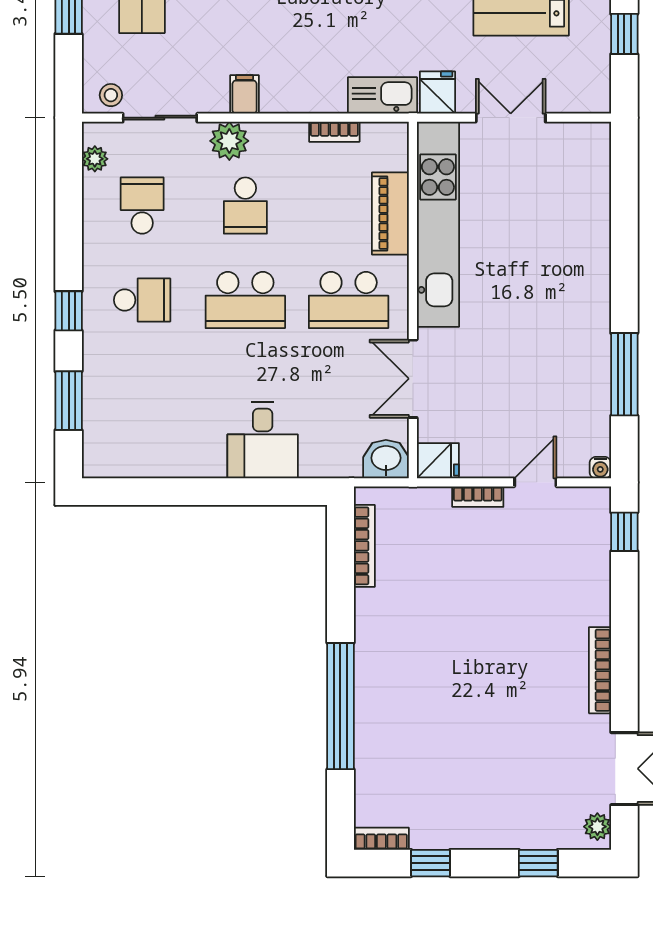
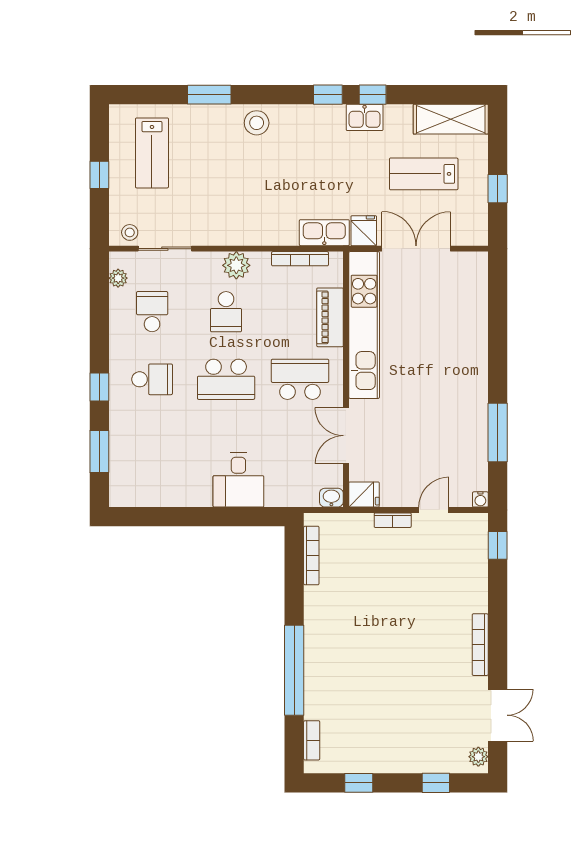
filing cabinet: (245, 94) -> (225, 232), removed
double door: (511, 118) -> (416, 249), width x1.37
bookcase: (334, 132) -> (300, 259), width x1.56
plant: (229, 141) -> (236, 265), moved
school desk: (349, 300) -> (300, 379), turned 180
washbasin: (386, 459) -> (331, 498), width x0.72, depth x0.69
bookcase: (381, 839) -> (312, 740), moved, turned 90

